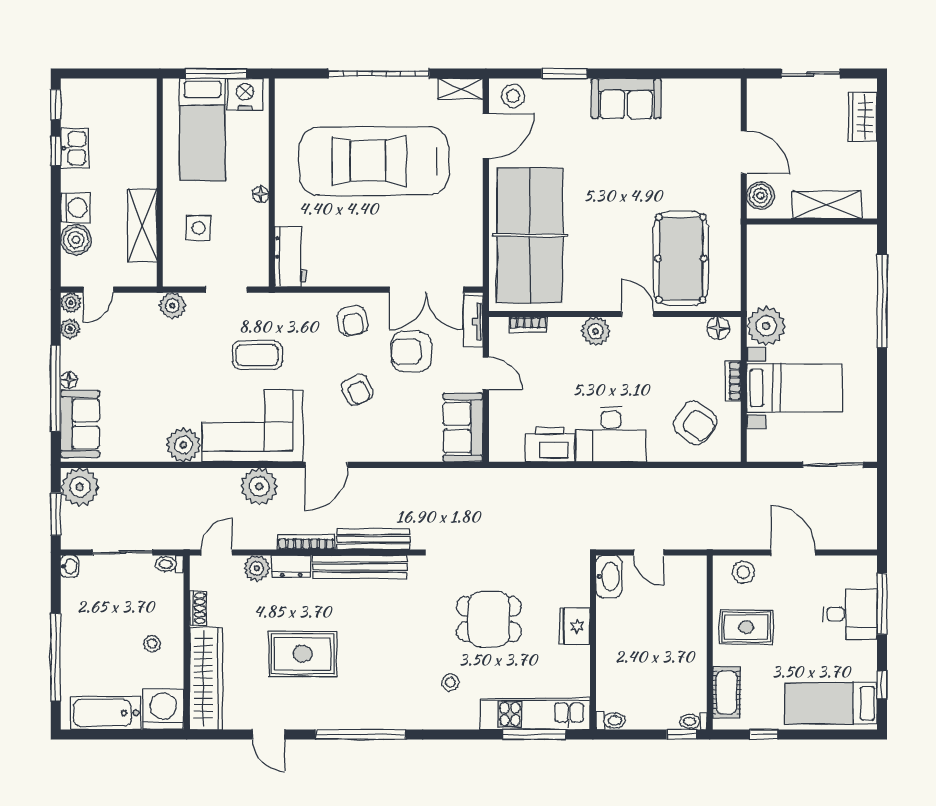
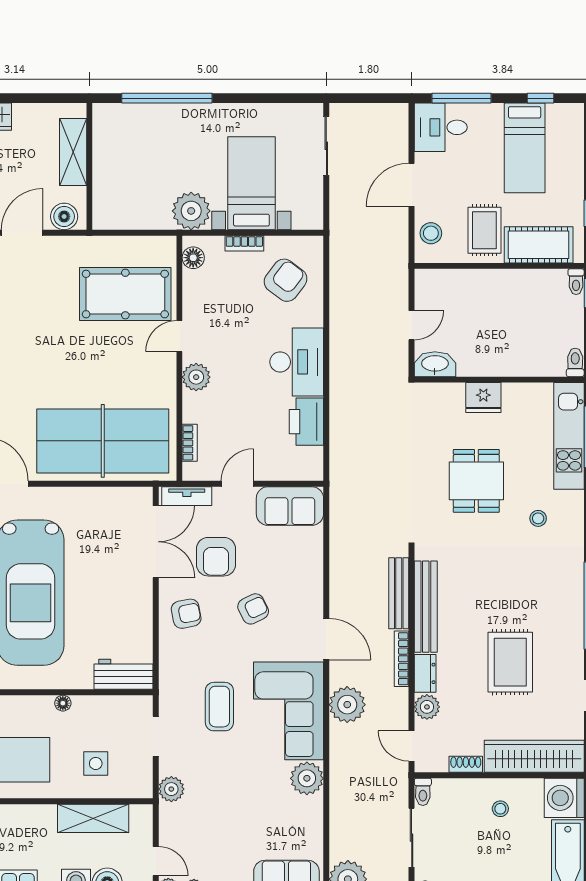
desk: (850, 614) -> (441, 127), moved, turned -90
cot: (727, 692) -> (539, 245), width x1.37, depth x1.34
bed: (831, 703) -> (525, 148), moved

